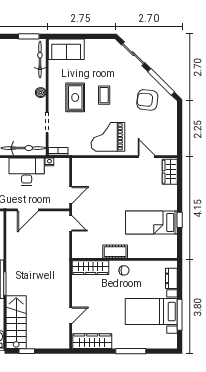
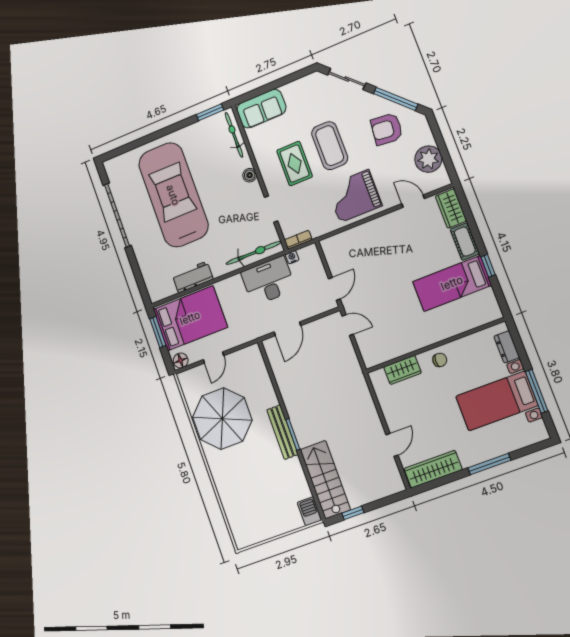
coffee table: (104, 95) -> (330, 146), width x1.86, depth x1.72
plant: (167, 132) -> (428, 159), added
cot: (115, 252) -> (465, 242), moved, turned 90
wardrobe: (90, 268) -> (403, 370), width x0.67

